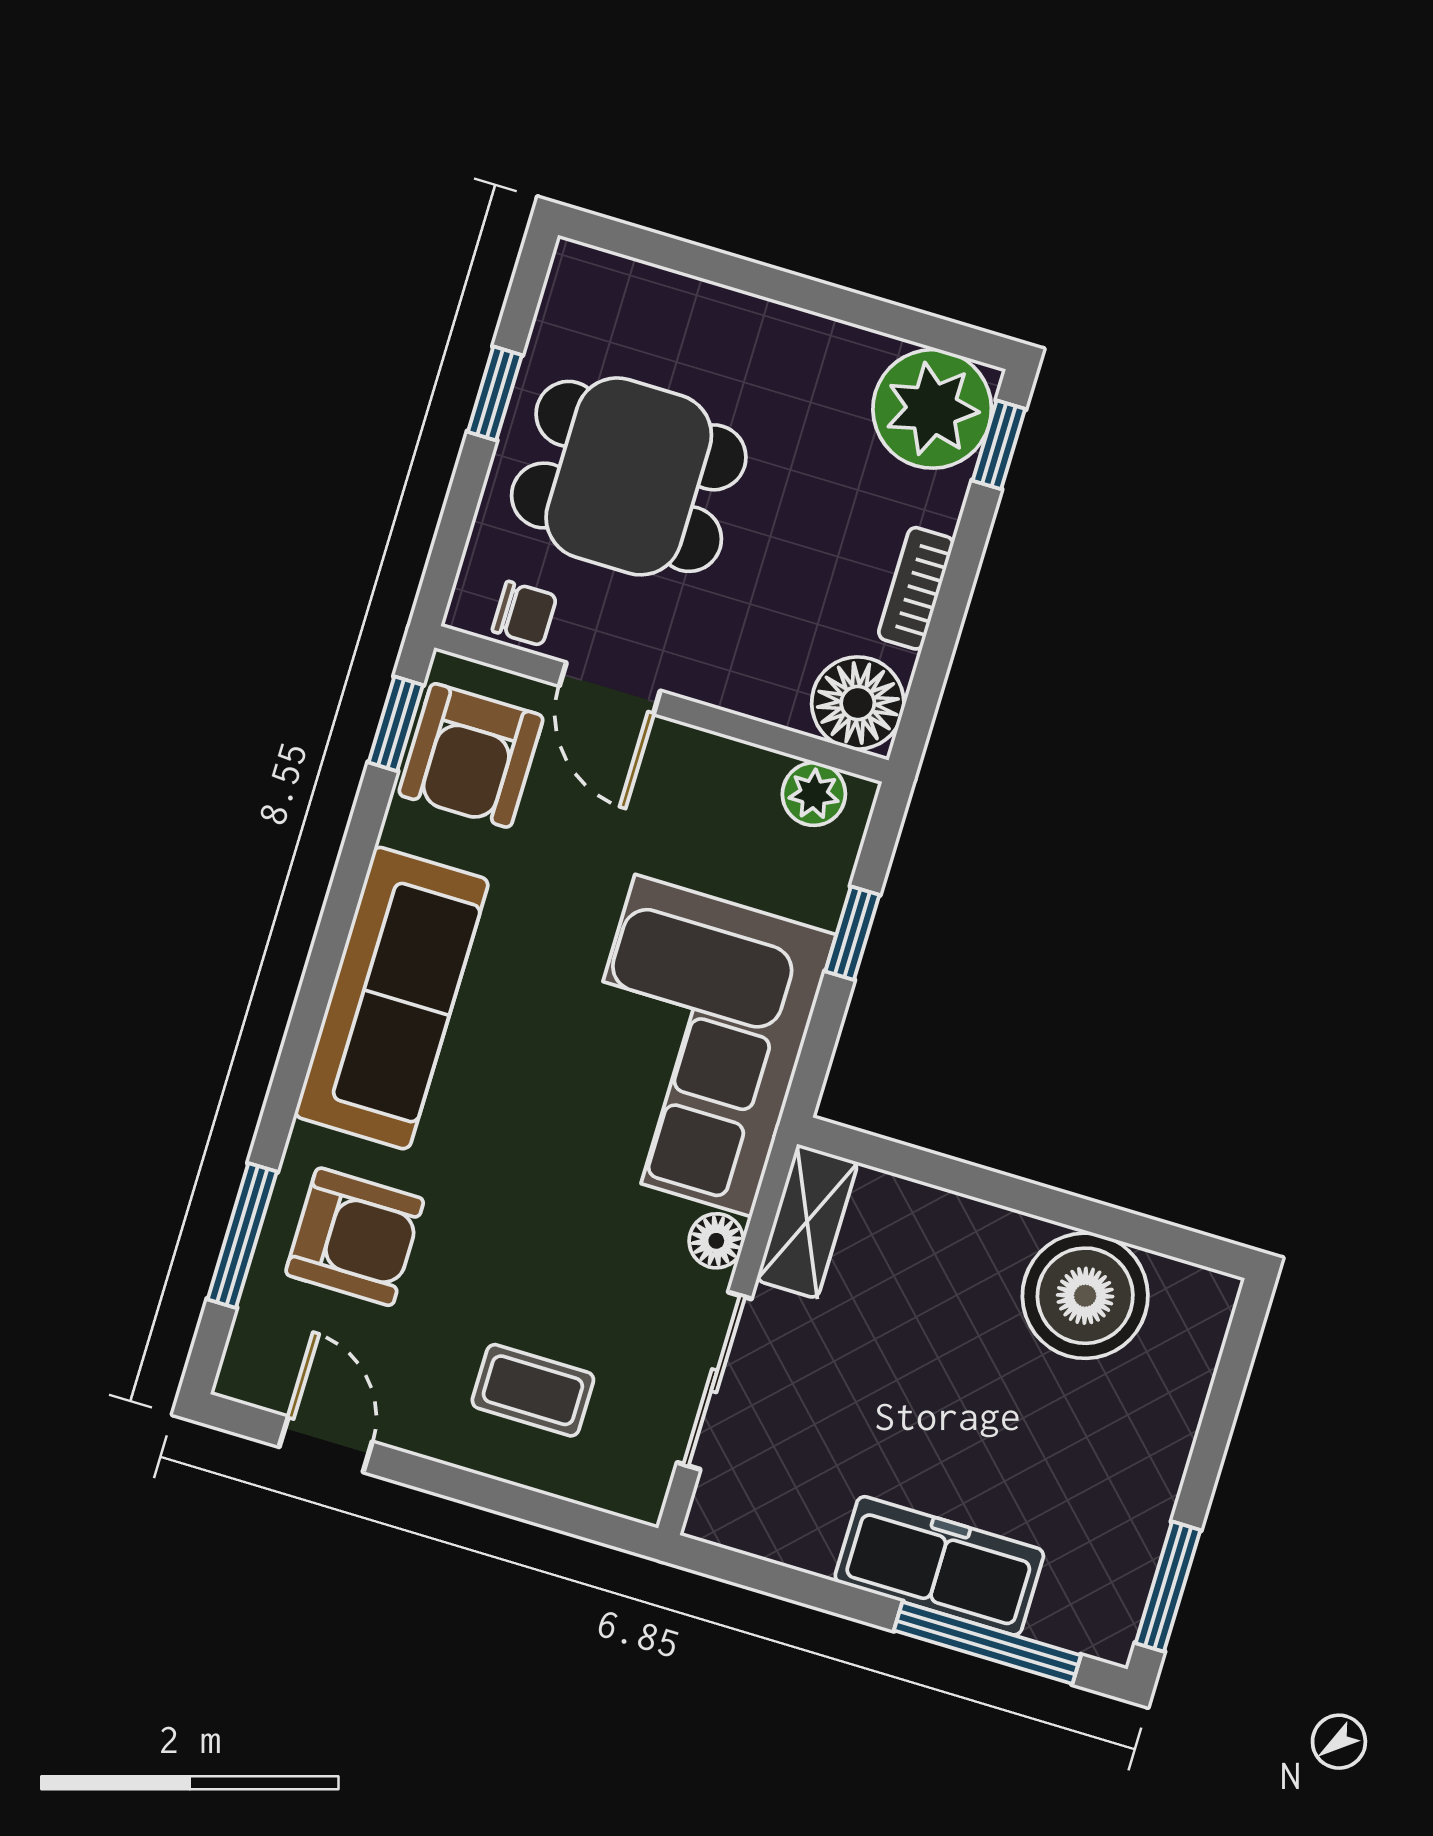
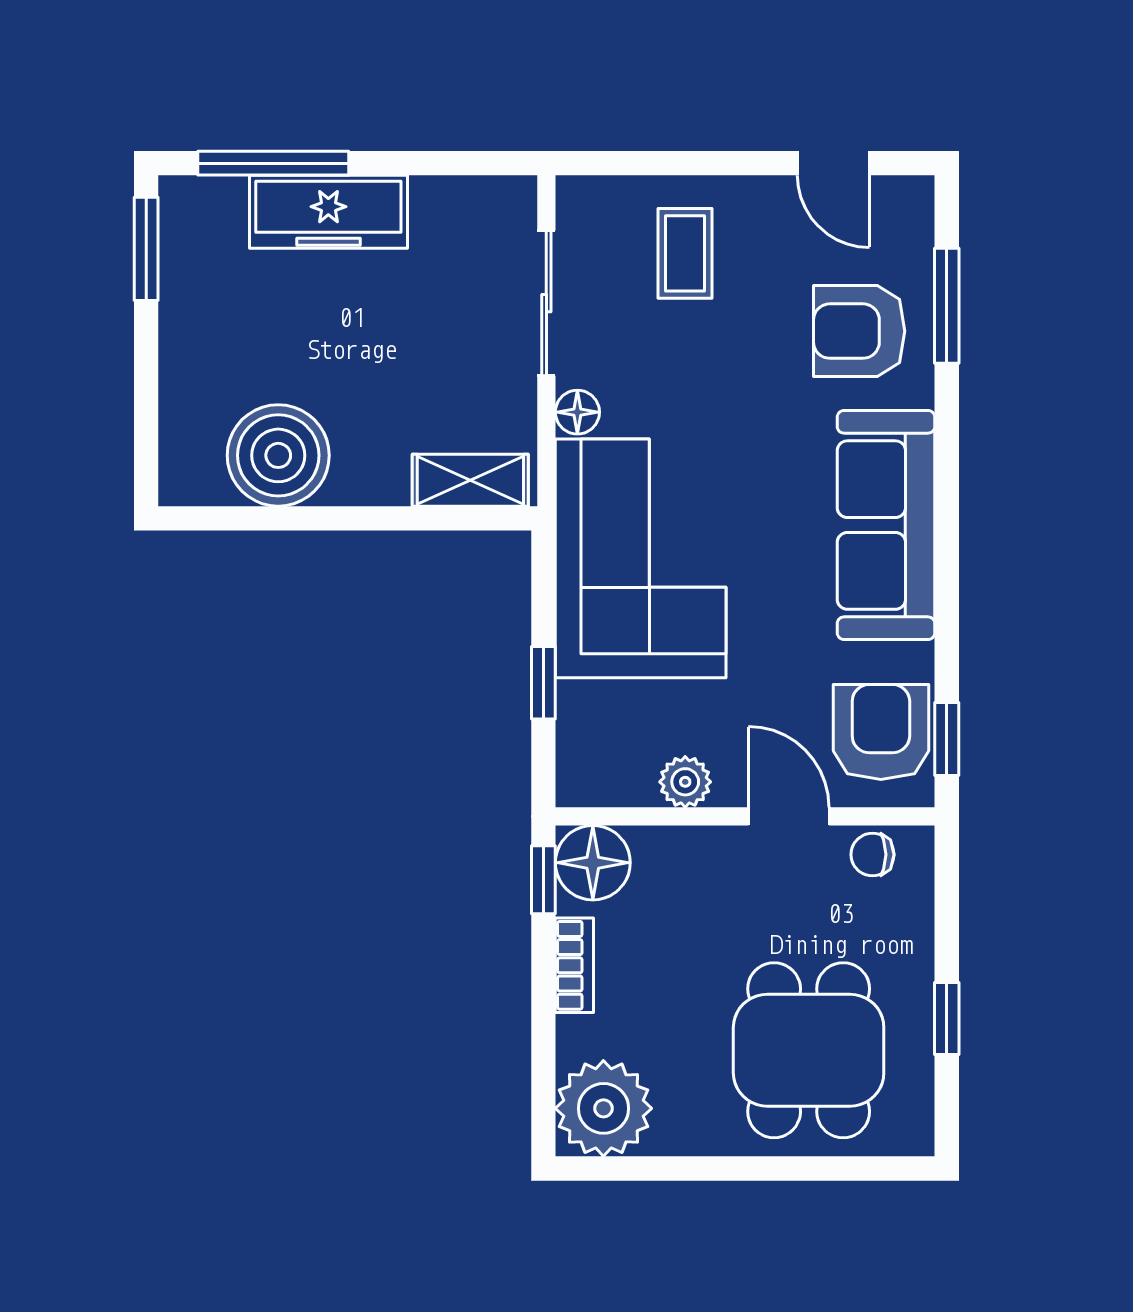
window: (999, 445) -> (543, 880), moved
dining table: (629, 476) -> (809, 1050), moved, turned 90
plant: (814, 794) -> (685, 782), moved
shelving: (807, 1221) -> (470, 480), moved, turned 90
coffee table: (533, 1390) -> (685, 253), turned 90

